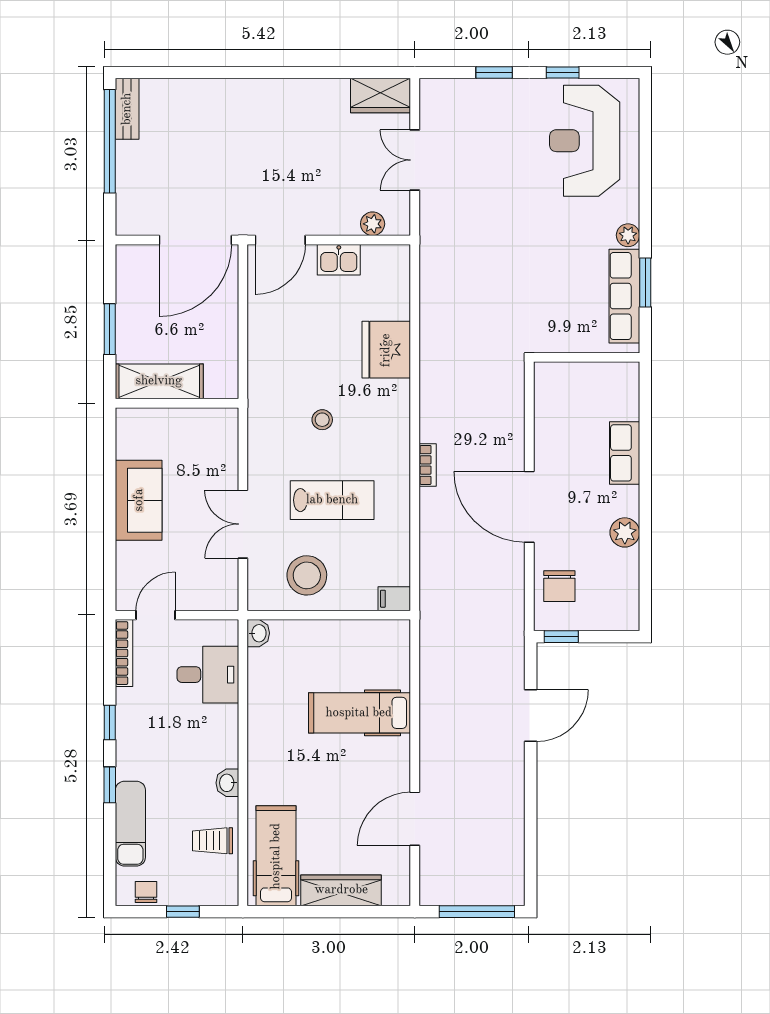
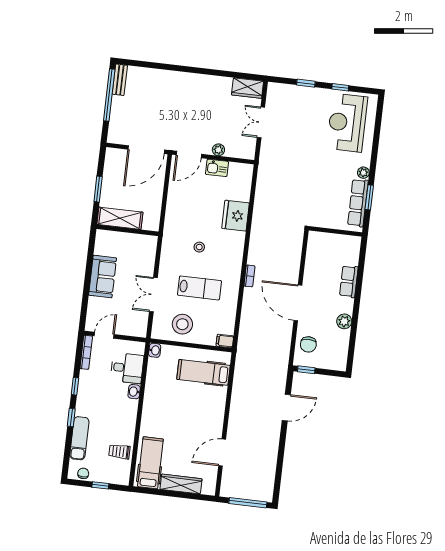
plant: (373, 224) -> (218, 150), moved
hospital bed: (359, 713) -> (203, 372), moved
washbasin: (227, 783) -> (134, 392), moved

